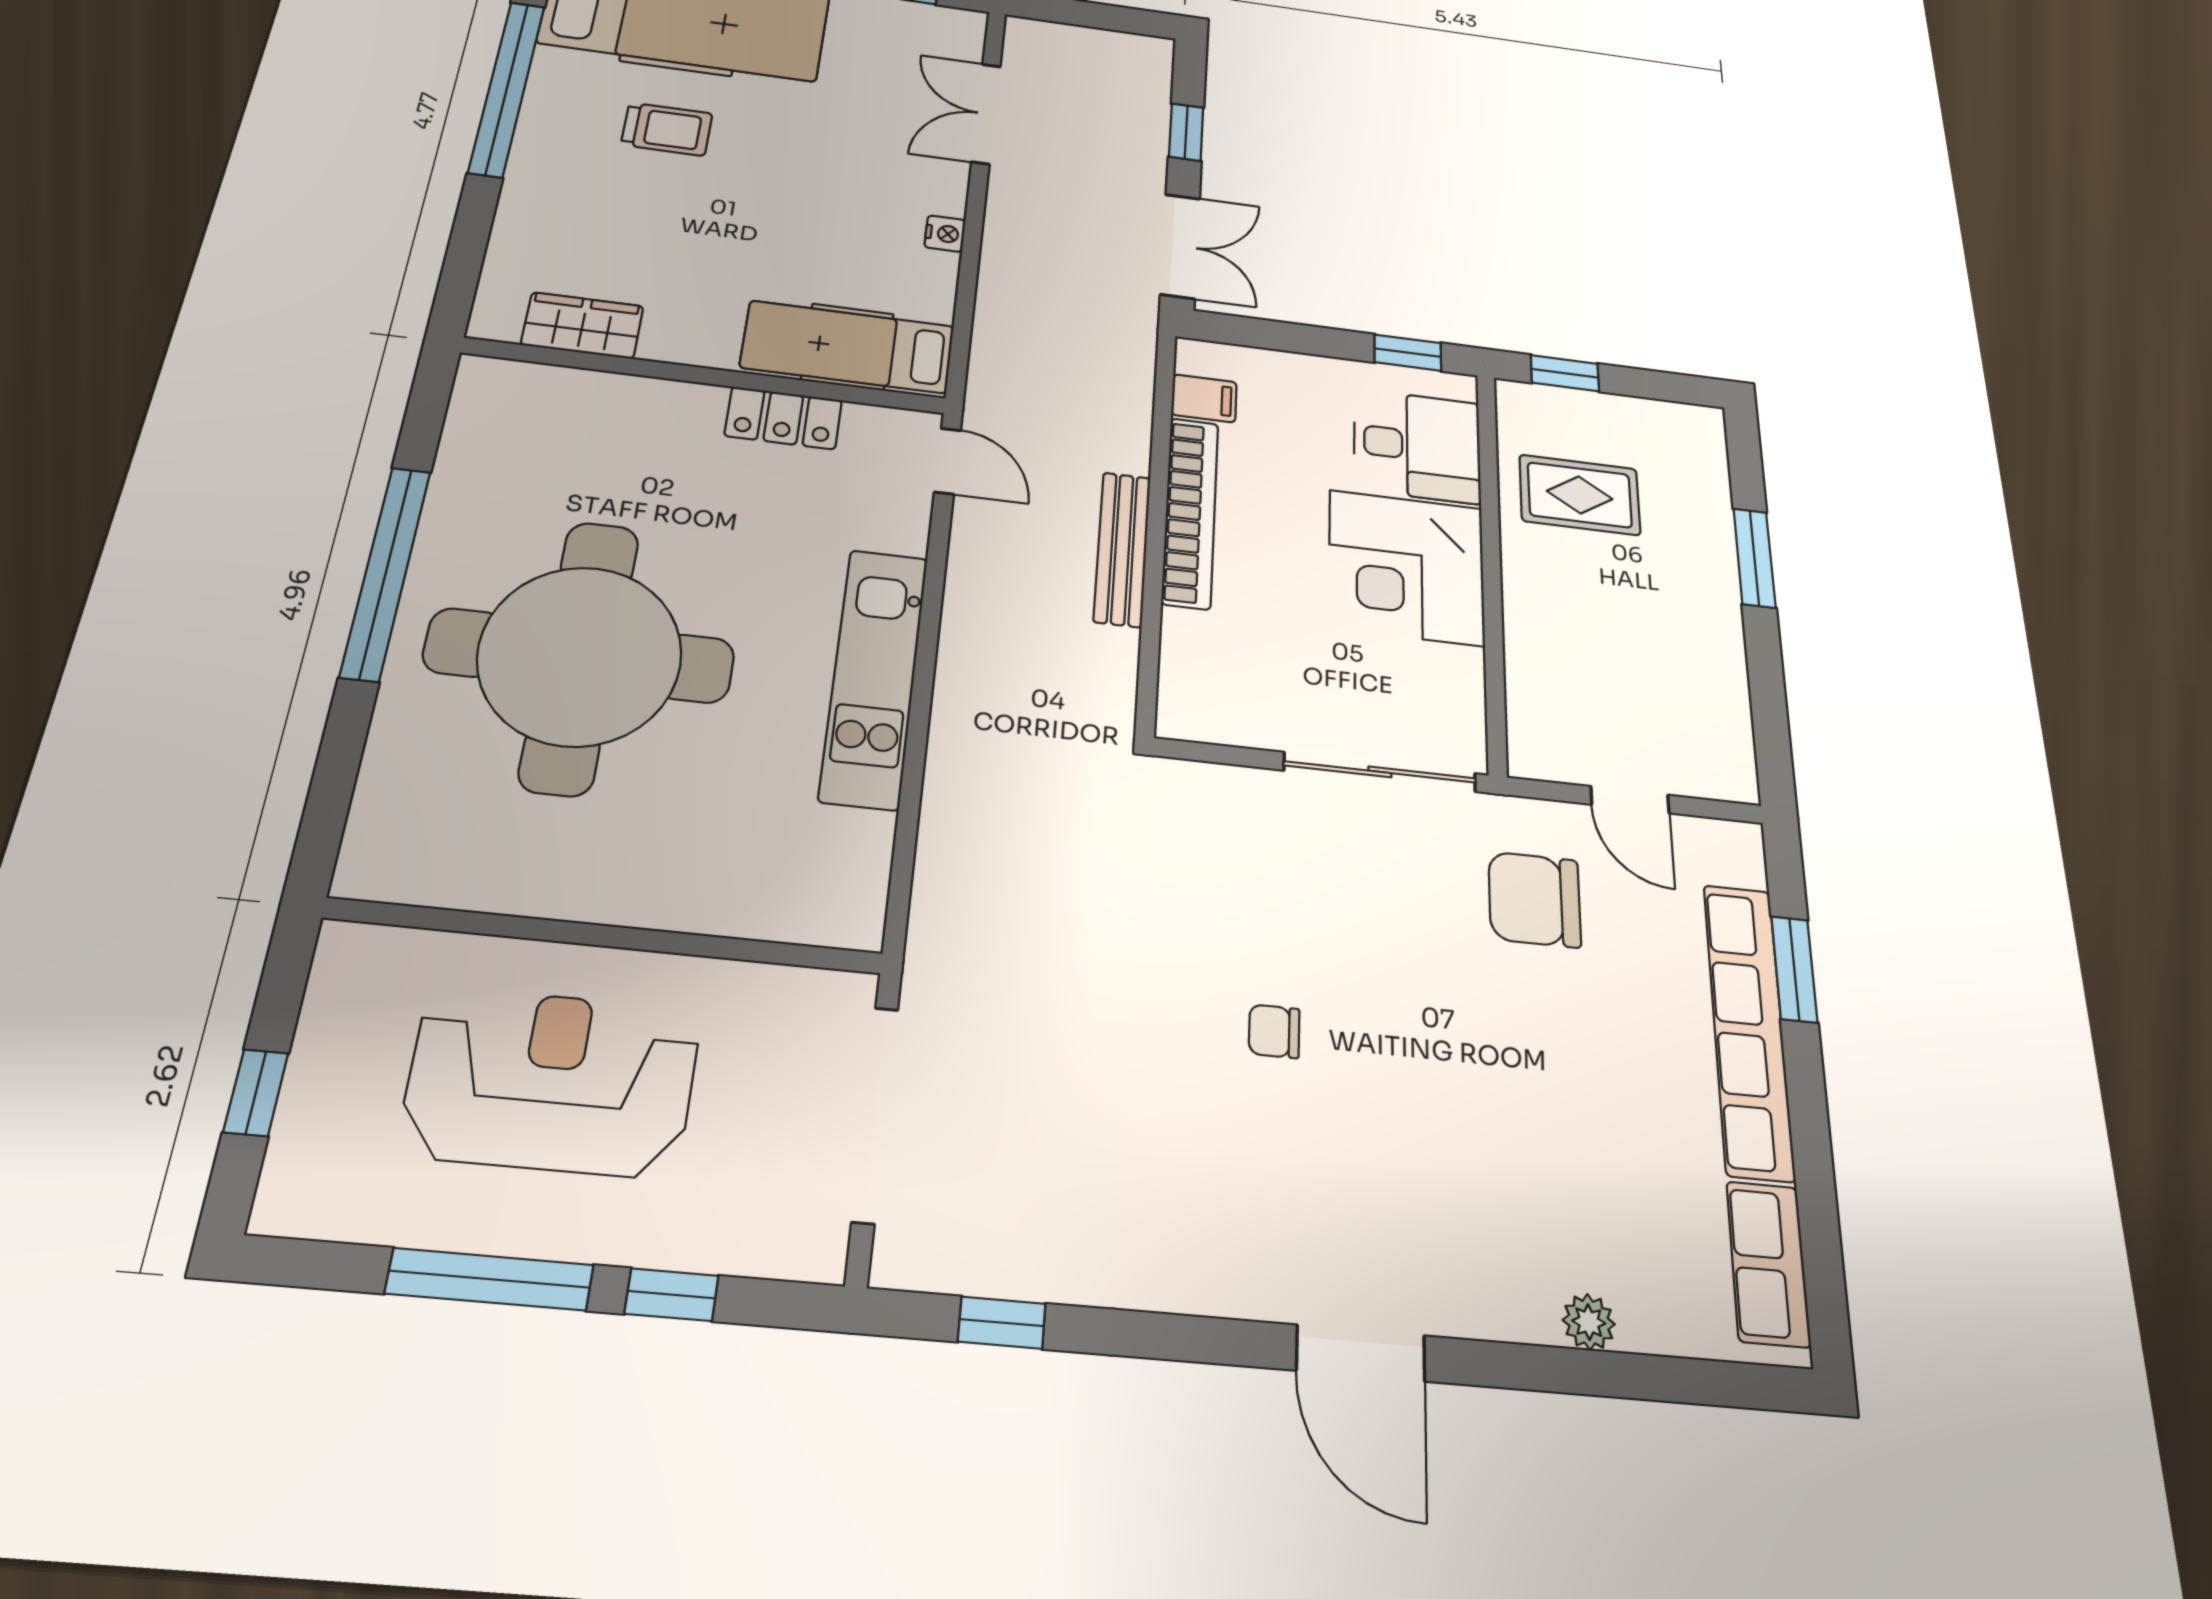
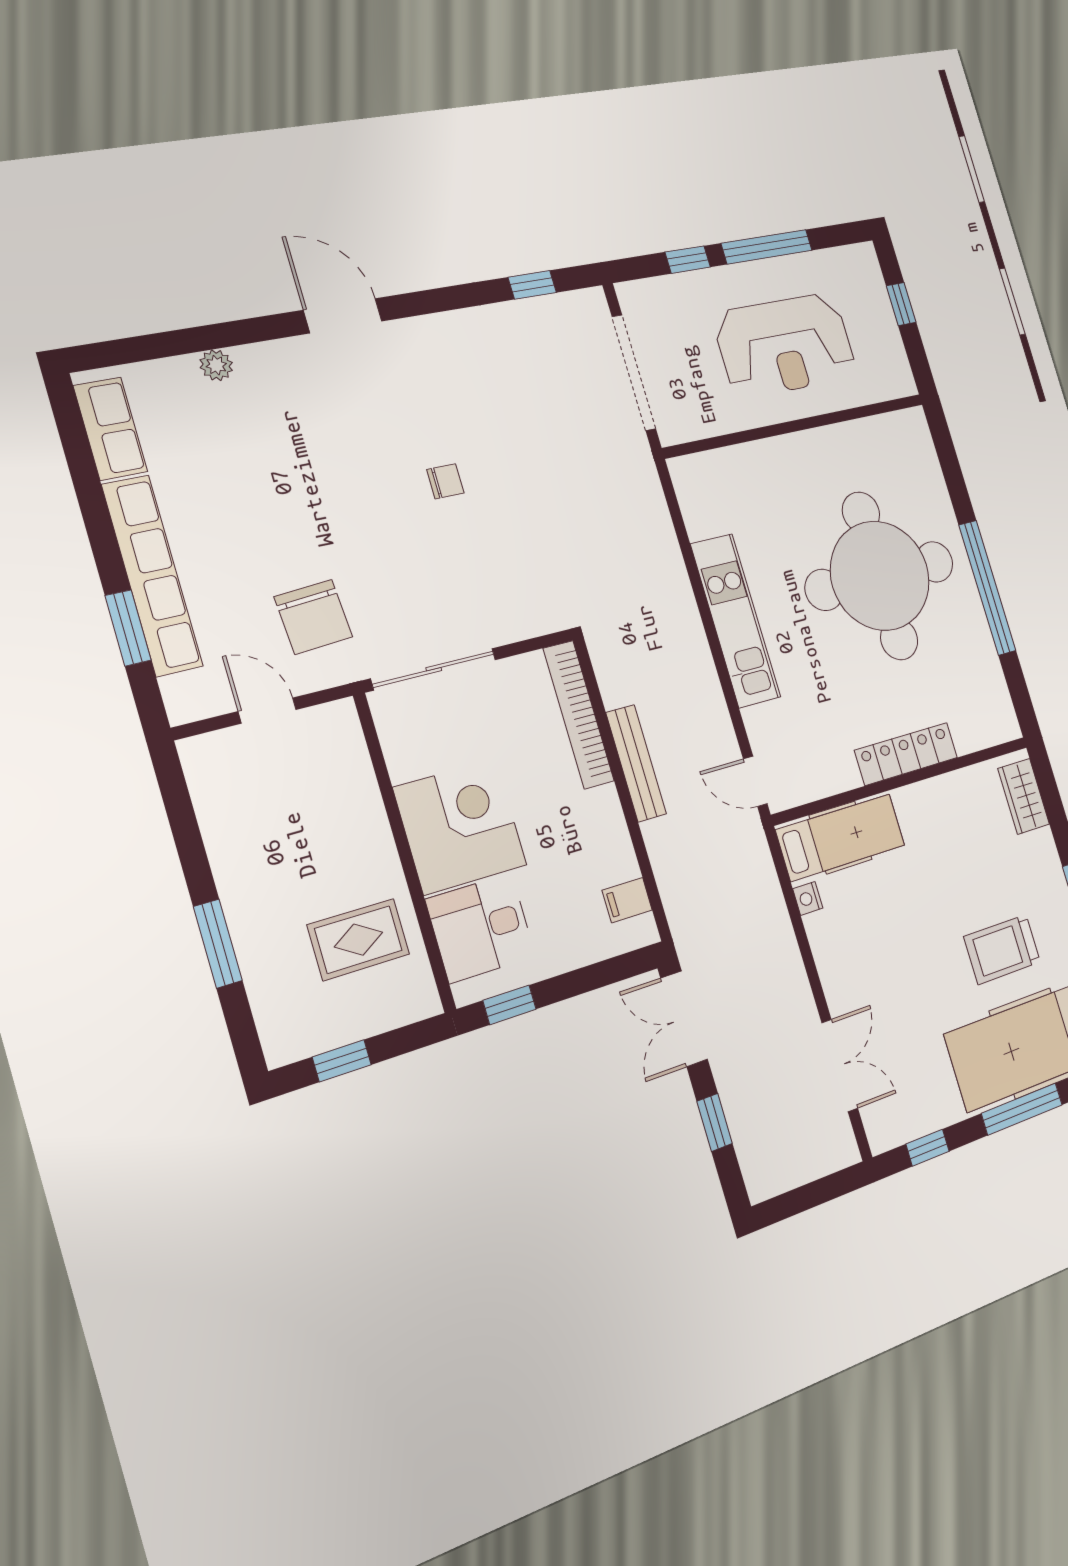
trolley: (667, 129) -> (1002, 949), width x1.36, depth x1.39
nightstand: (945, 234) -> (808, 898), moved
wardrobe: (582, 325) -> (1024, 796), moved, turned 90
window: (1565, 373) -> (342, 1061), moved
locker: (783, 418) -> (906, 754), moved, width x1.53
bookcase: (1190, 512) -> (579, 715), moved
chair: (1534, 899) -> (313, 617), turned 86

